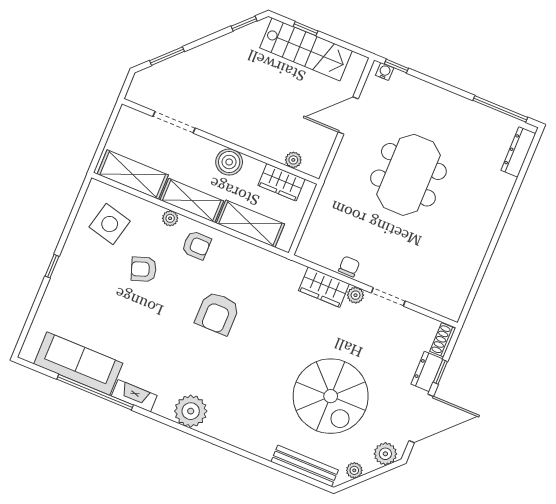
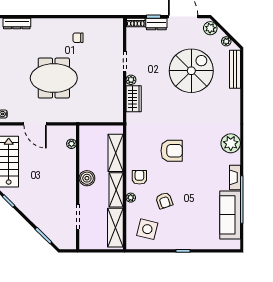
wardrobe: (281, 182) -> (86, 145), removed
chair: (349, 266) -> (78, 38), moved

